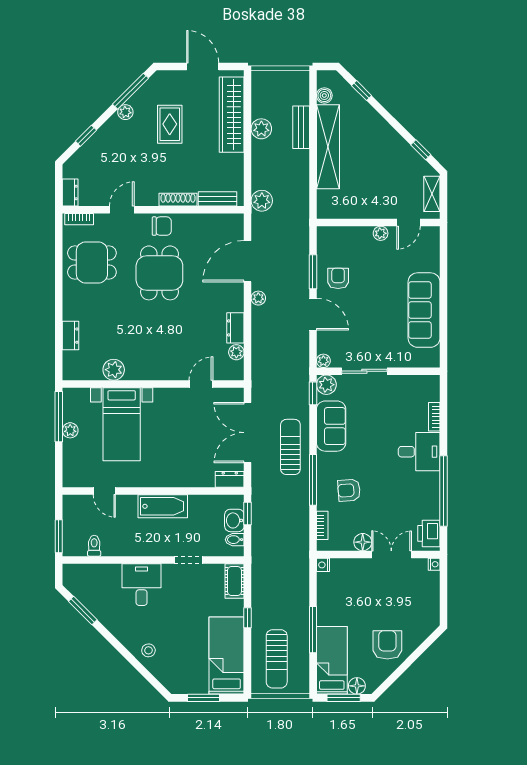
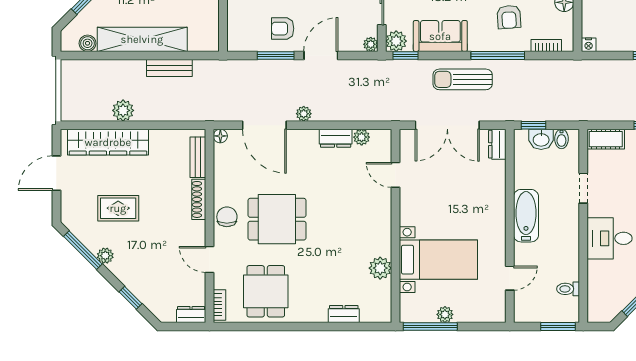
bench: (301, 127) -> (169, 68), moved
plant: (262, 201) -> (200, 110), removed
floor lamp: (237, 220) -> (220, 136), added

